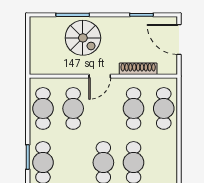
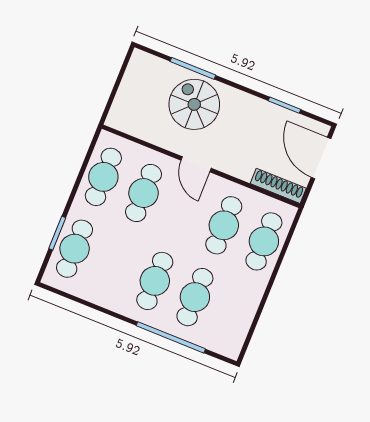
spiral stairs: (83, 38) -> (194, 104), turned 180
shoe rack: (138, 69) -> (278, 186), moved
door: (100, 76) -> (196, 164), hinge flipped

